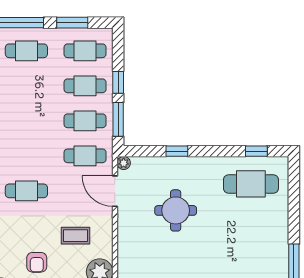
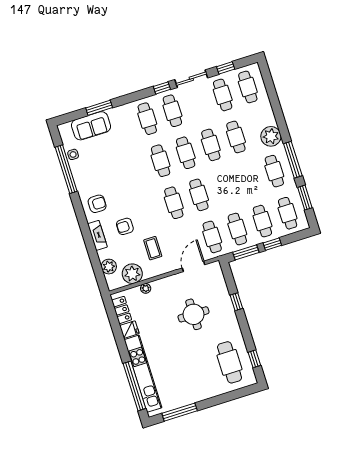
cafe table: (26, 156) -> (199, 195), added
plant: (124, 163) -> (146, 288), moved

